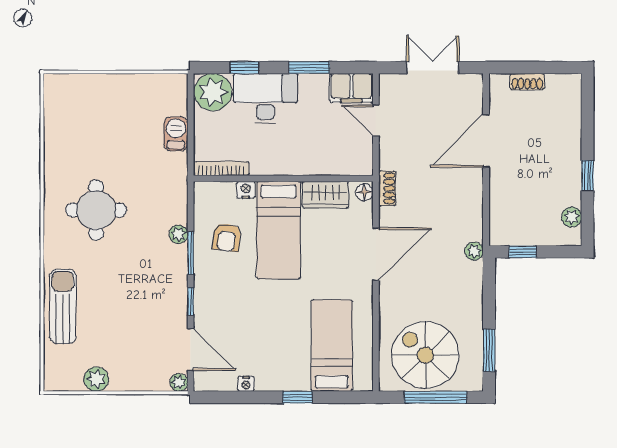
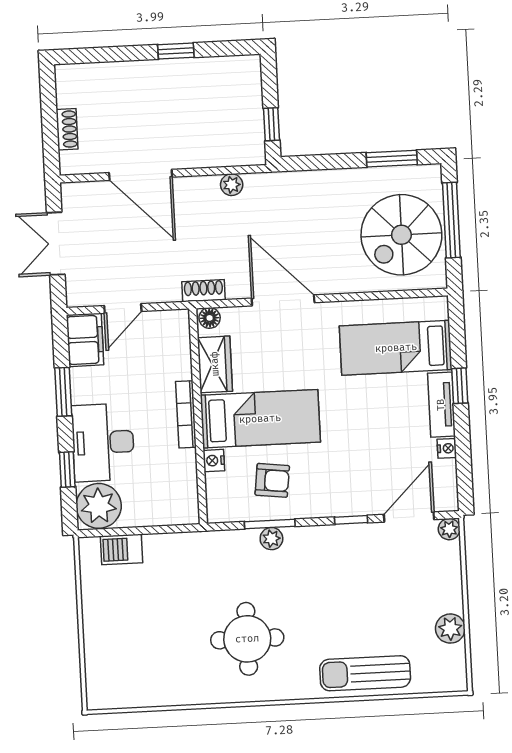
barbecue: (176, 134) -> (121, 549), moved
bookcase: (221, 169) -> (186, 414), moved
plant: (572, 217) -> (227, 68), removed
plant: (474, 251) -> (232, 185), moved
window: (191, 253) -> (270, 524), moved
tv unit: (283, 381) -> (441, 405), added

